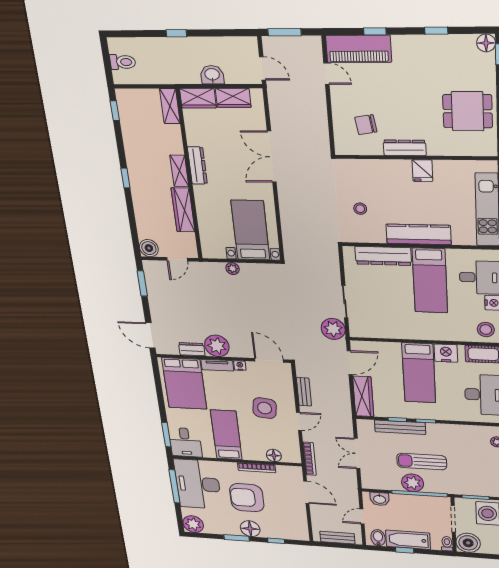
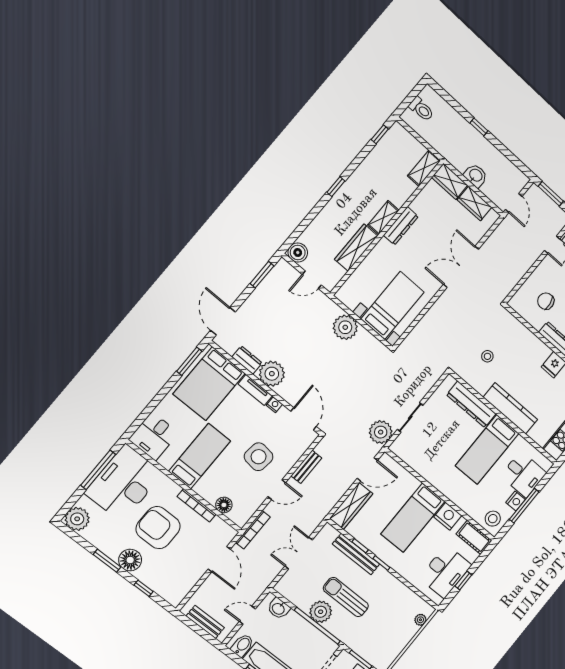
plant: (233, 269) -> (345, 327), width x1.87, depth x1.87
window: (166, 435) -> (189, 361), moved

